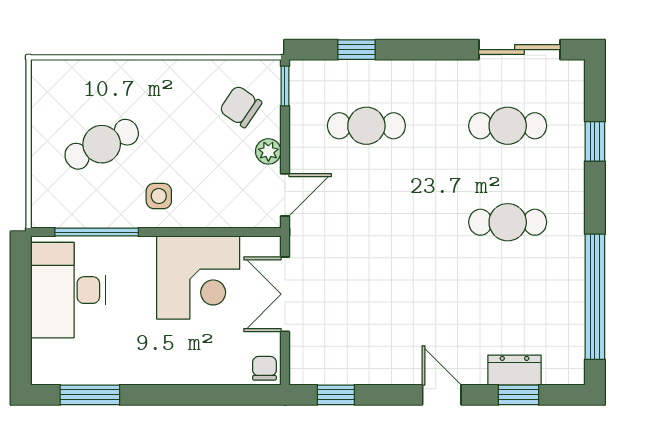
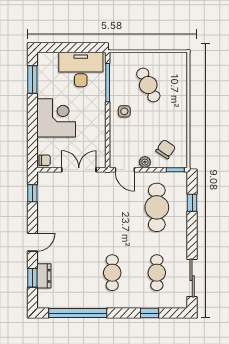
cafe table: (366, 126) -> (157, 207), width x1.37, depth x1.35
corner desk: (198, 277) -> (56, 118), moved, turned 180

